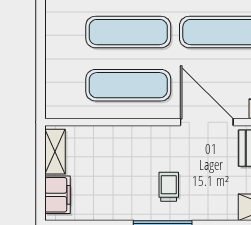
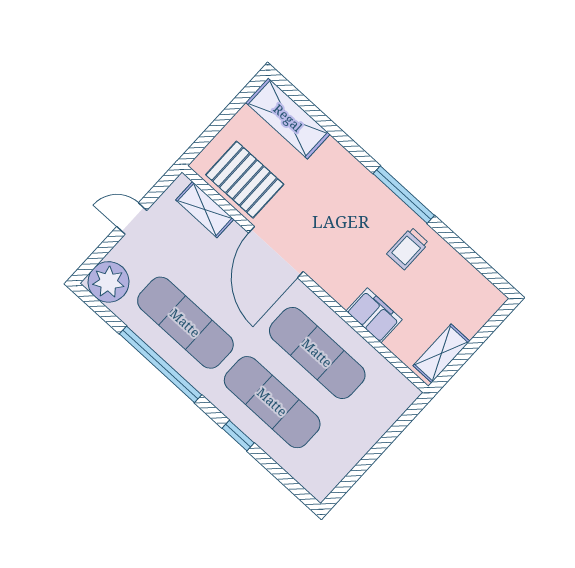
trolley: (169, 187) -> (408, 248), moved
filing cabinet: (58, 195) -> (374, 315), moved, turned 90

